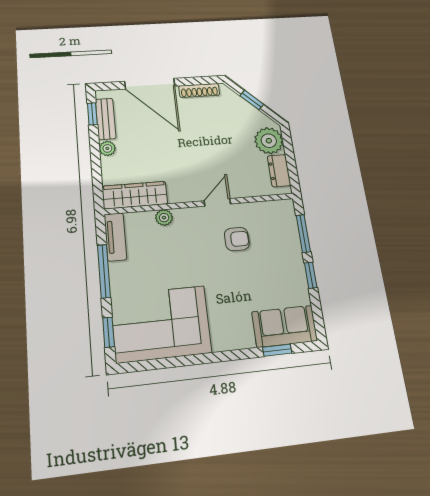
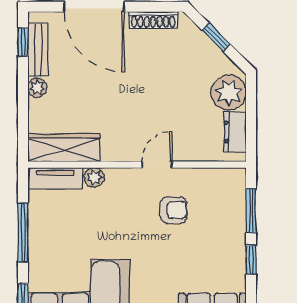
tv unit: (115, 237) -> (55, 178), moved, turned 90

